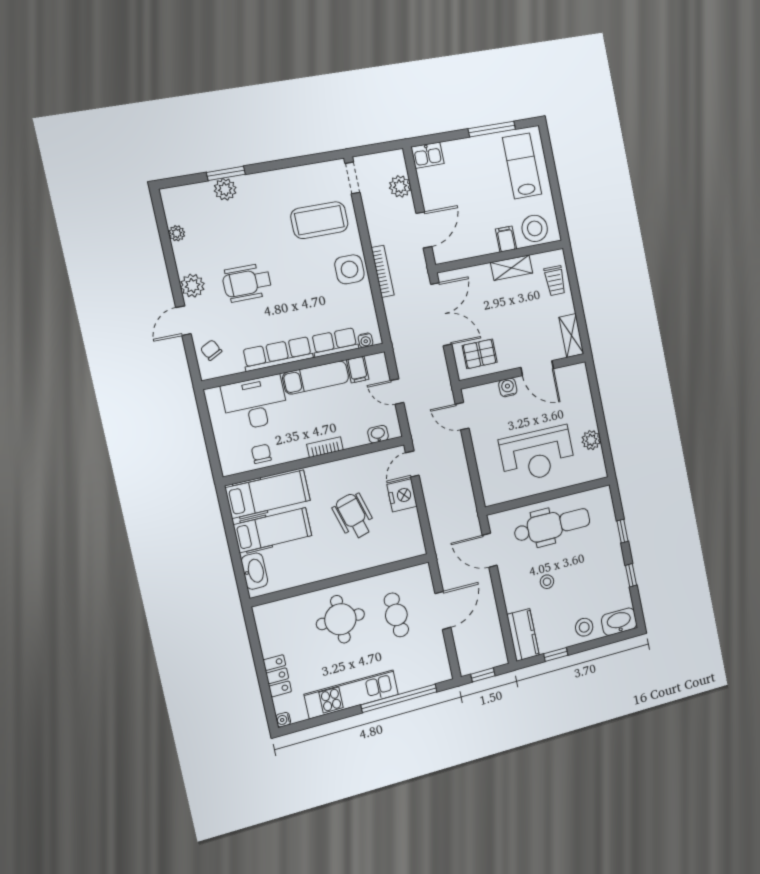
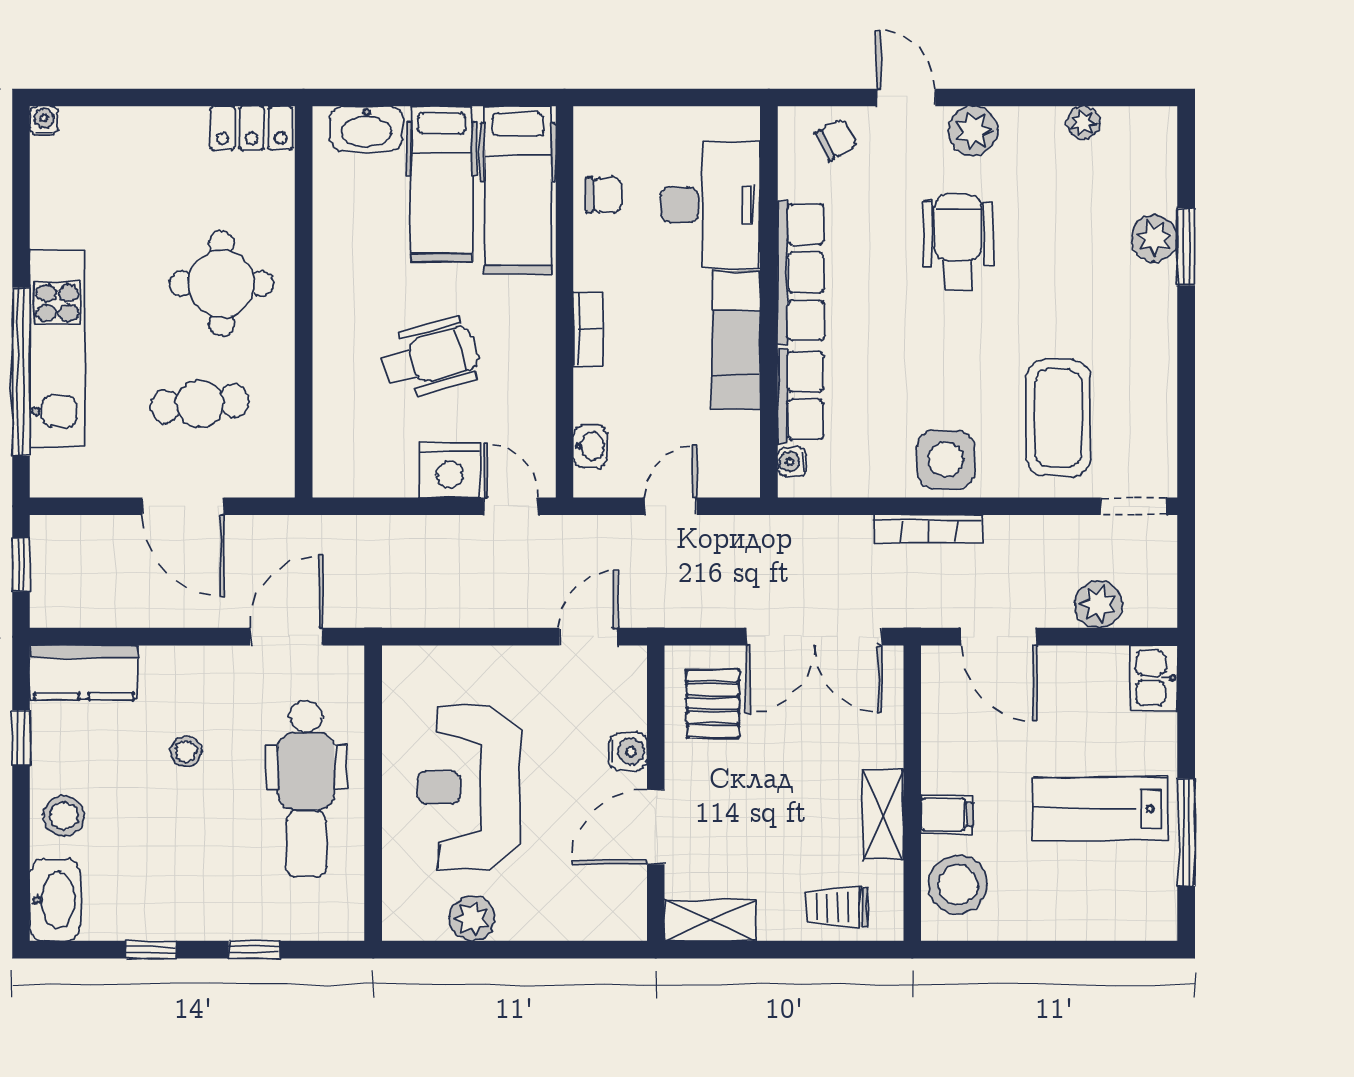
lab bench: (522, 166) -> (1100, 809), moved, turned 180
filing cabinet: (358, 370) -> (734, 432), removed
locker: (277, 676) -> (251, 128), moved
kitchen unit: (351, 694) -> (57, 348), moved

